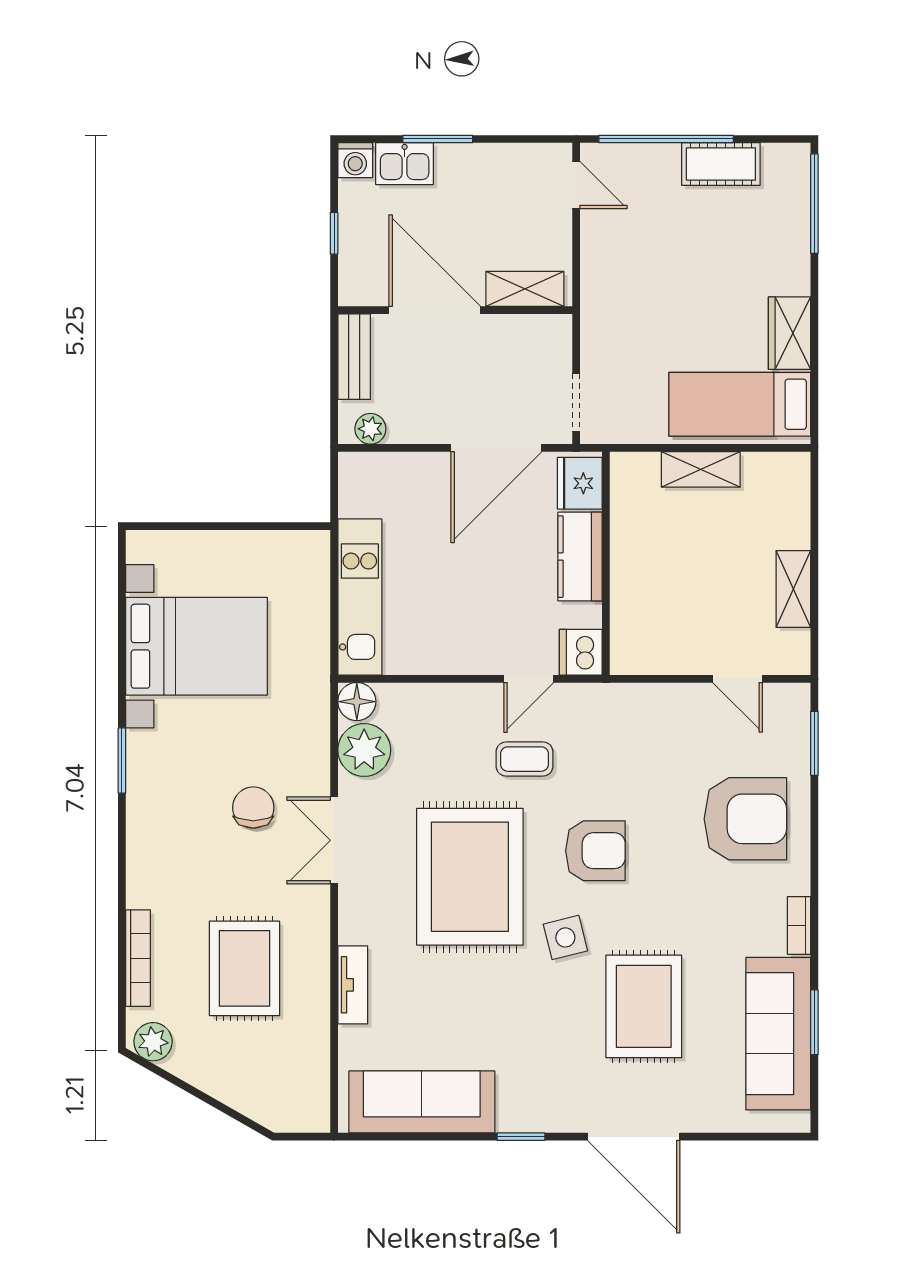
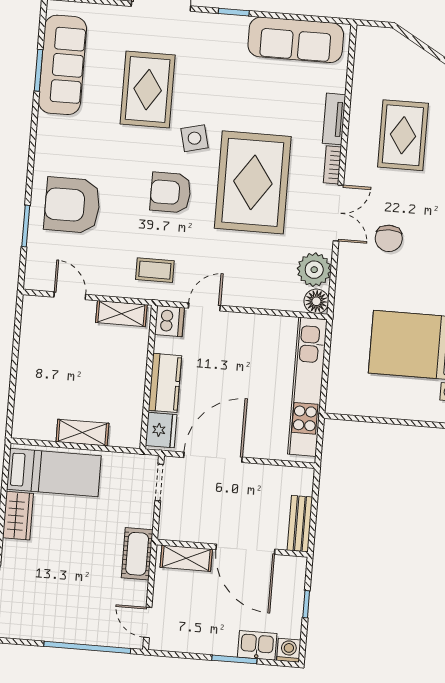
cot: (721, 164) -> (137, 554), moved, turned 90
plant: (370, 429) -> (293, 476), removed
shelving: (793, 589) -> (121, 314), moved, turned 90
kitchen unit: (360, 597) -> (307, 387), width x1.36
window: (814, 743) -> (26, 226), moved
coffee table: (525, 759) -> (155, 270), moved
bookcase: (799, 925) -> (332, 165), moved, turned 180

